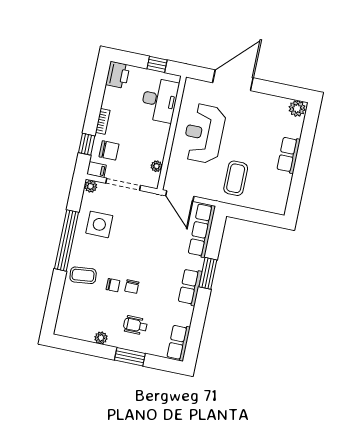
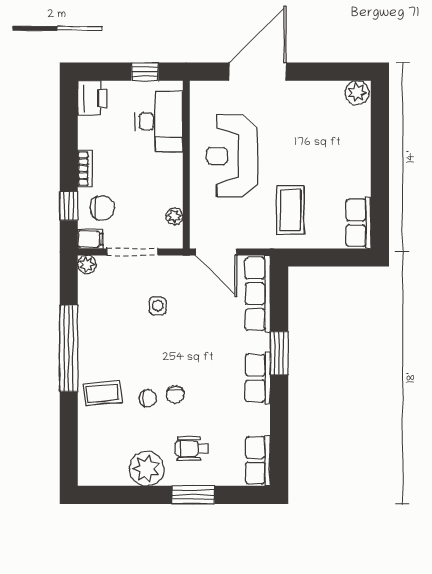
row of seats: (289, 155) -> (359, 223), moved
side table: (99, 224) -> (158, 306), moved, width x0.54, depth x0.54
plant: (101, 338) -> (147, 469), width x1.87, depth x1.87

